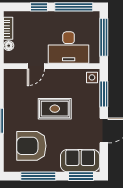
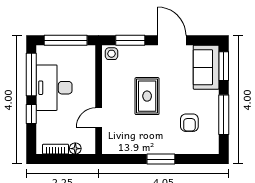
desk: (69, 48) -> (54, 88), moved, turned 180
door: (36, 66) -> (99, 118), swing flipped
armchair: (31, 146) -> (189, 123), width x0.53, depth x0.53

